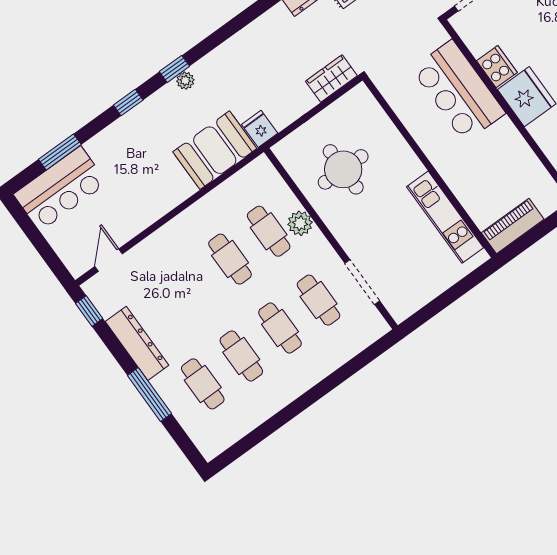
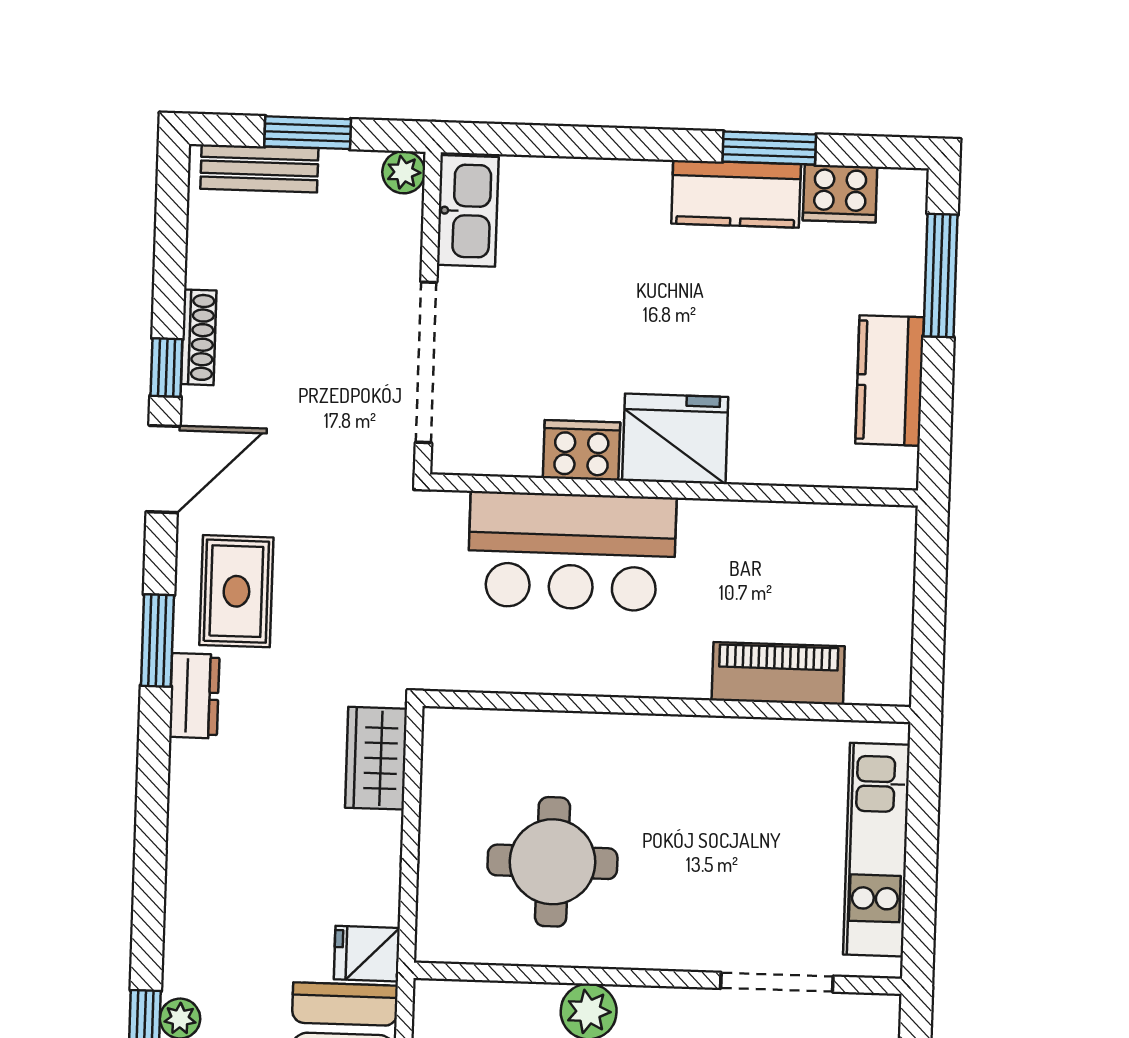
kitchen unit: (445, 217) -> (876, 850), moved, turned 90
piano: (513, 226) -> (778, 673), moved, turned 90

